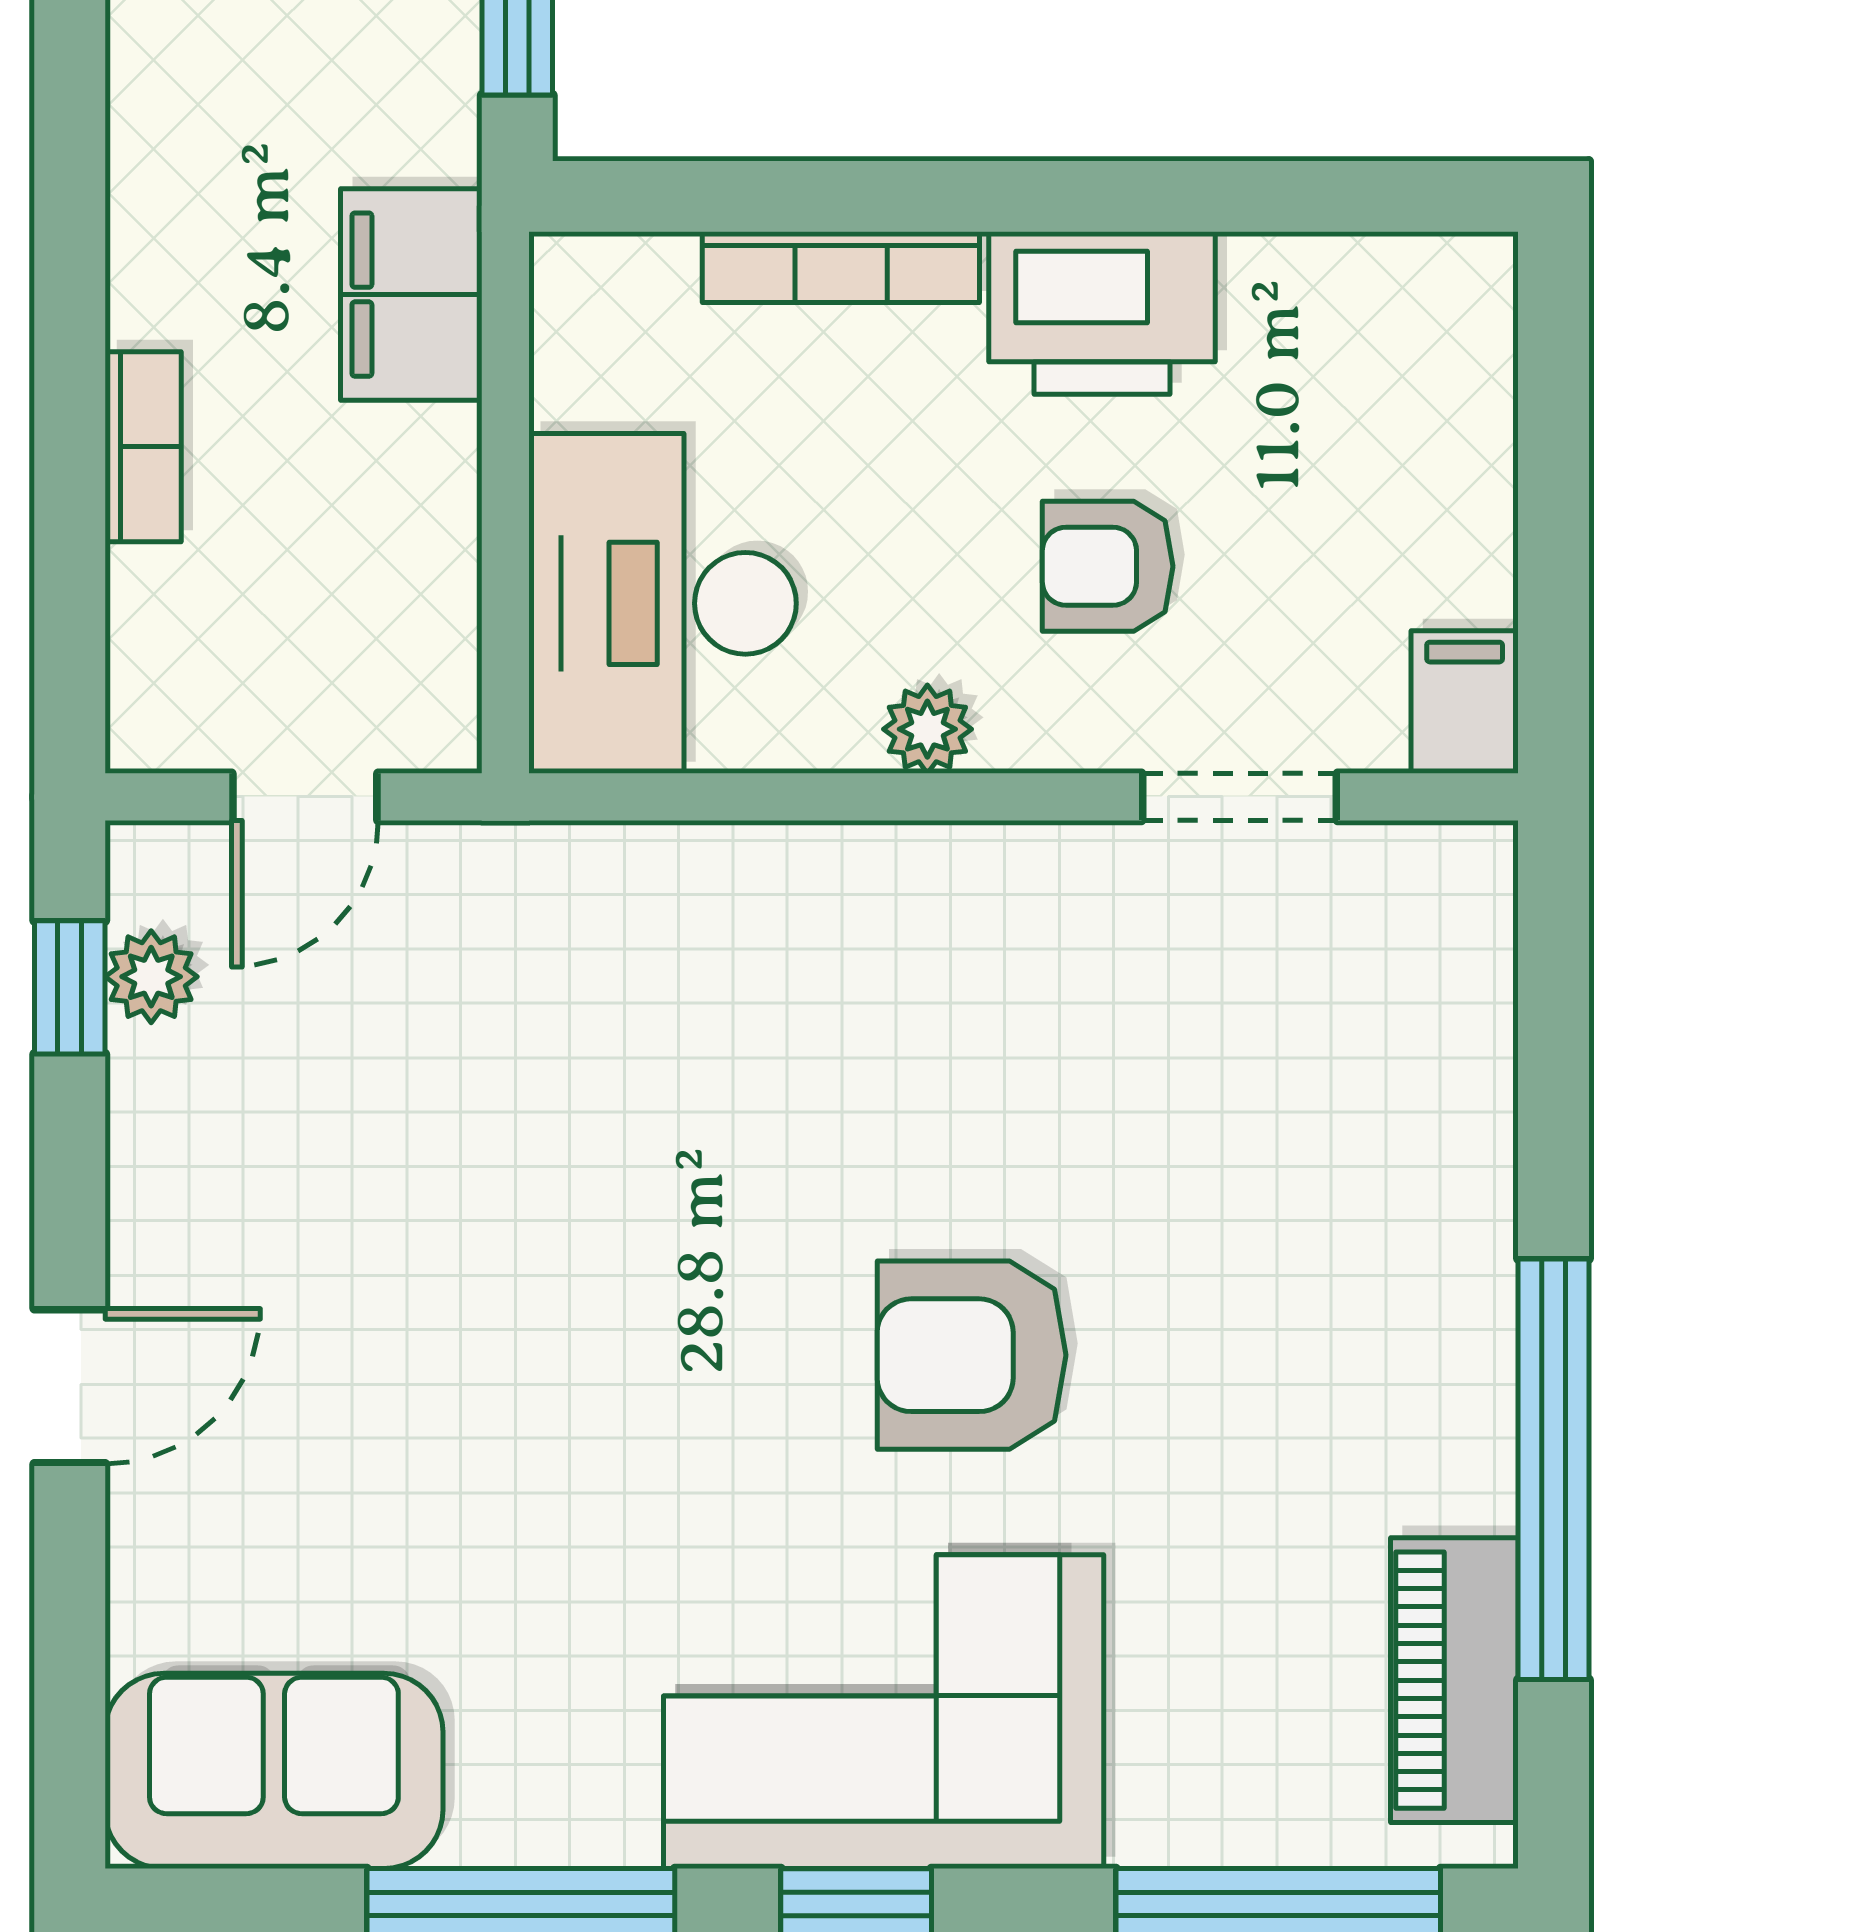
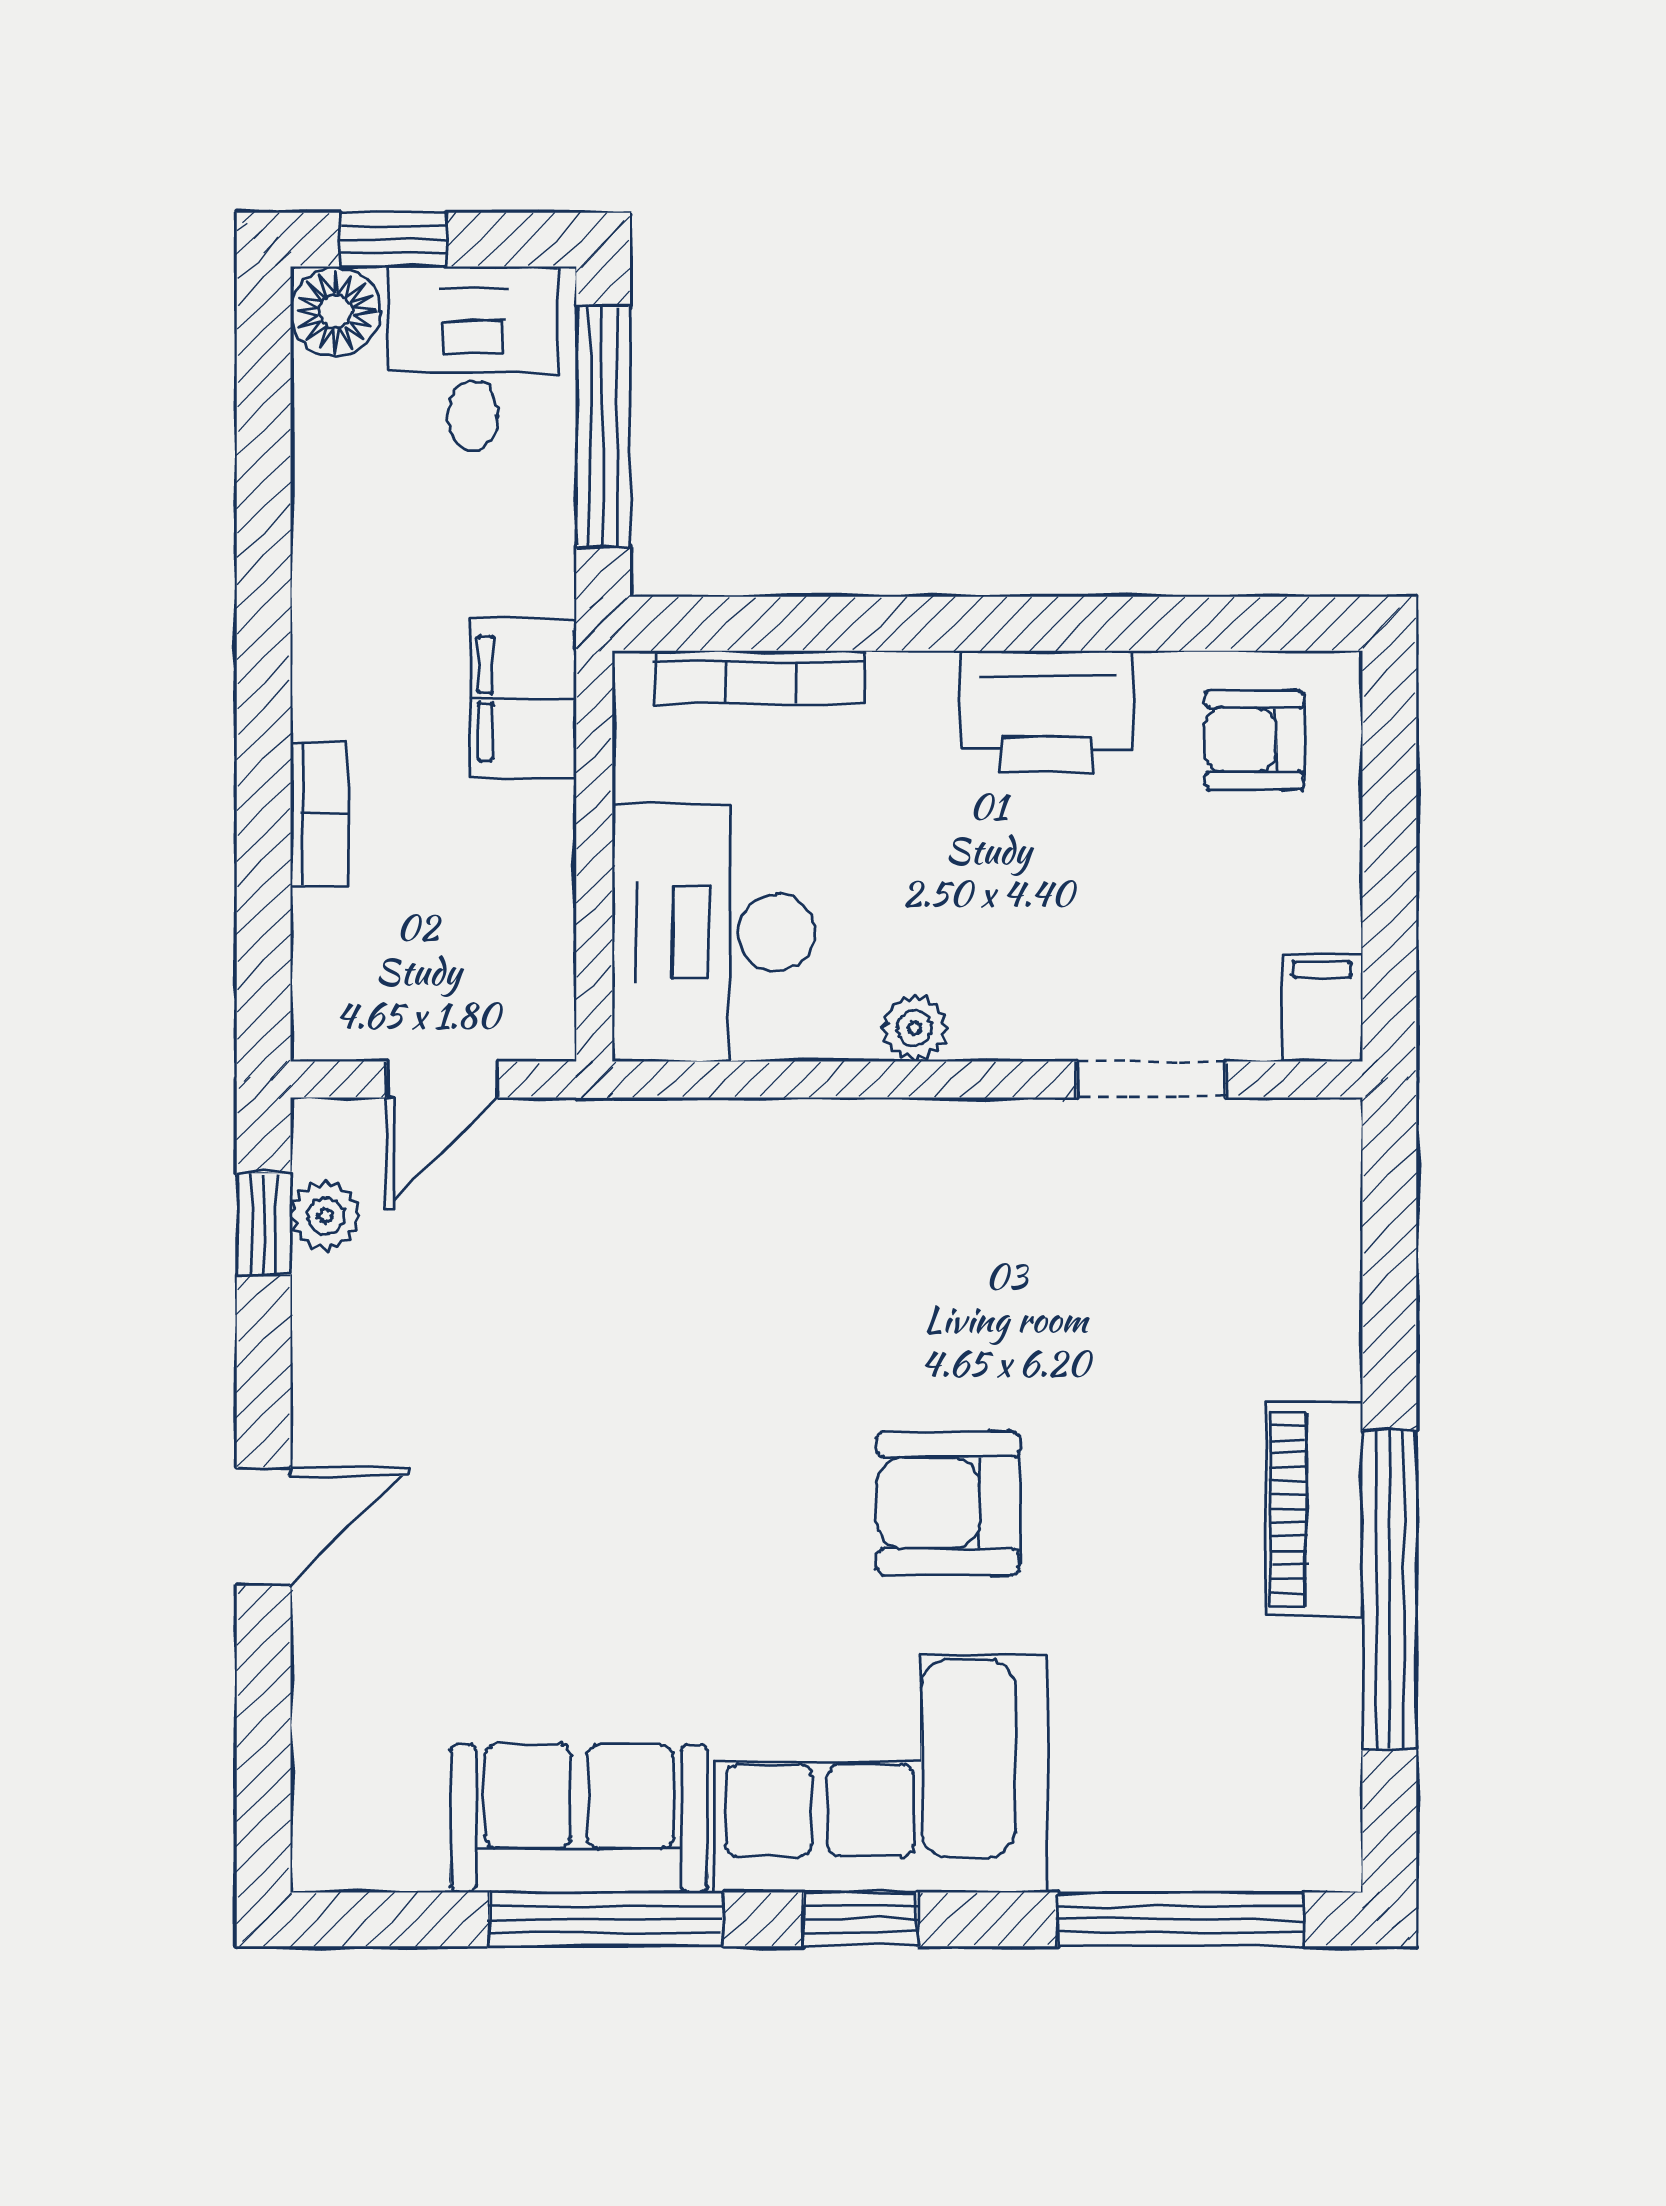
bookcase: (841, 267) -> (760, 677), moved
armchair: (1108, 566) -> (1255, 740), moved
piano: (1454, 1680) -> (1314, 1509), moved
sofa: (274, 1771) -> (579, 1818), moved

